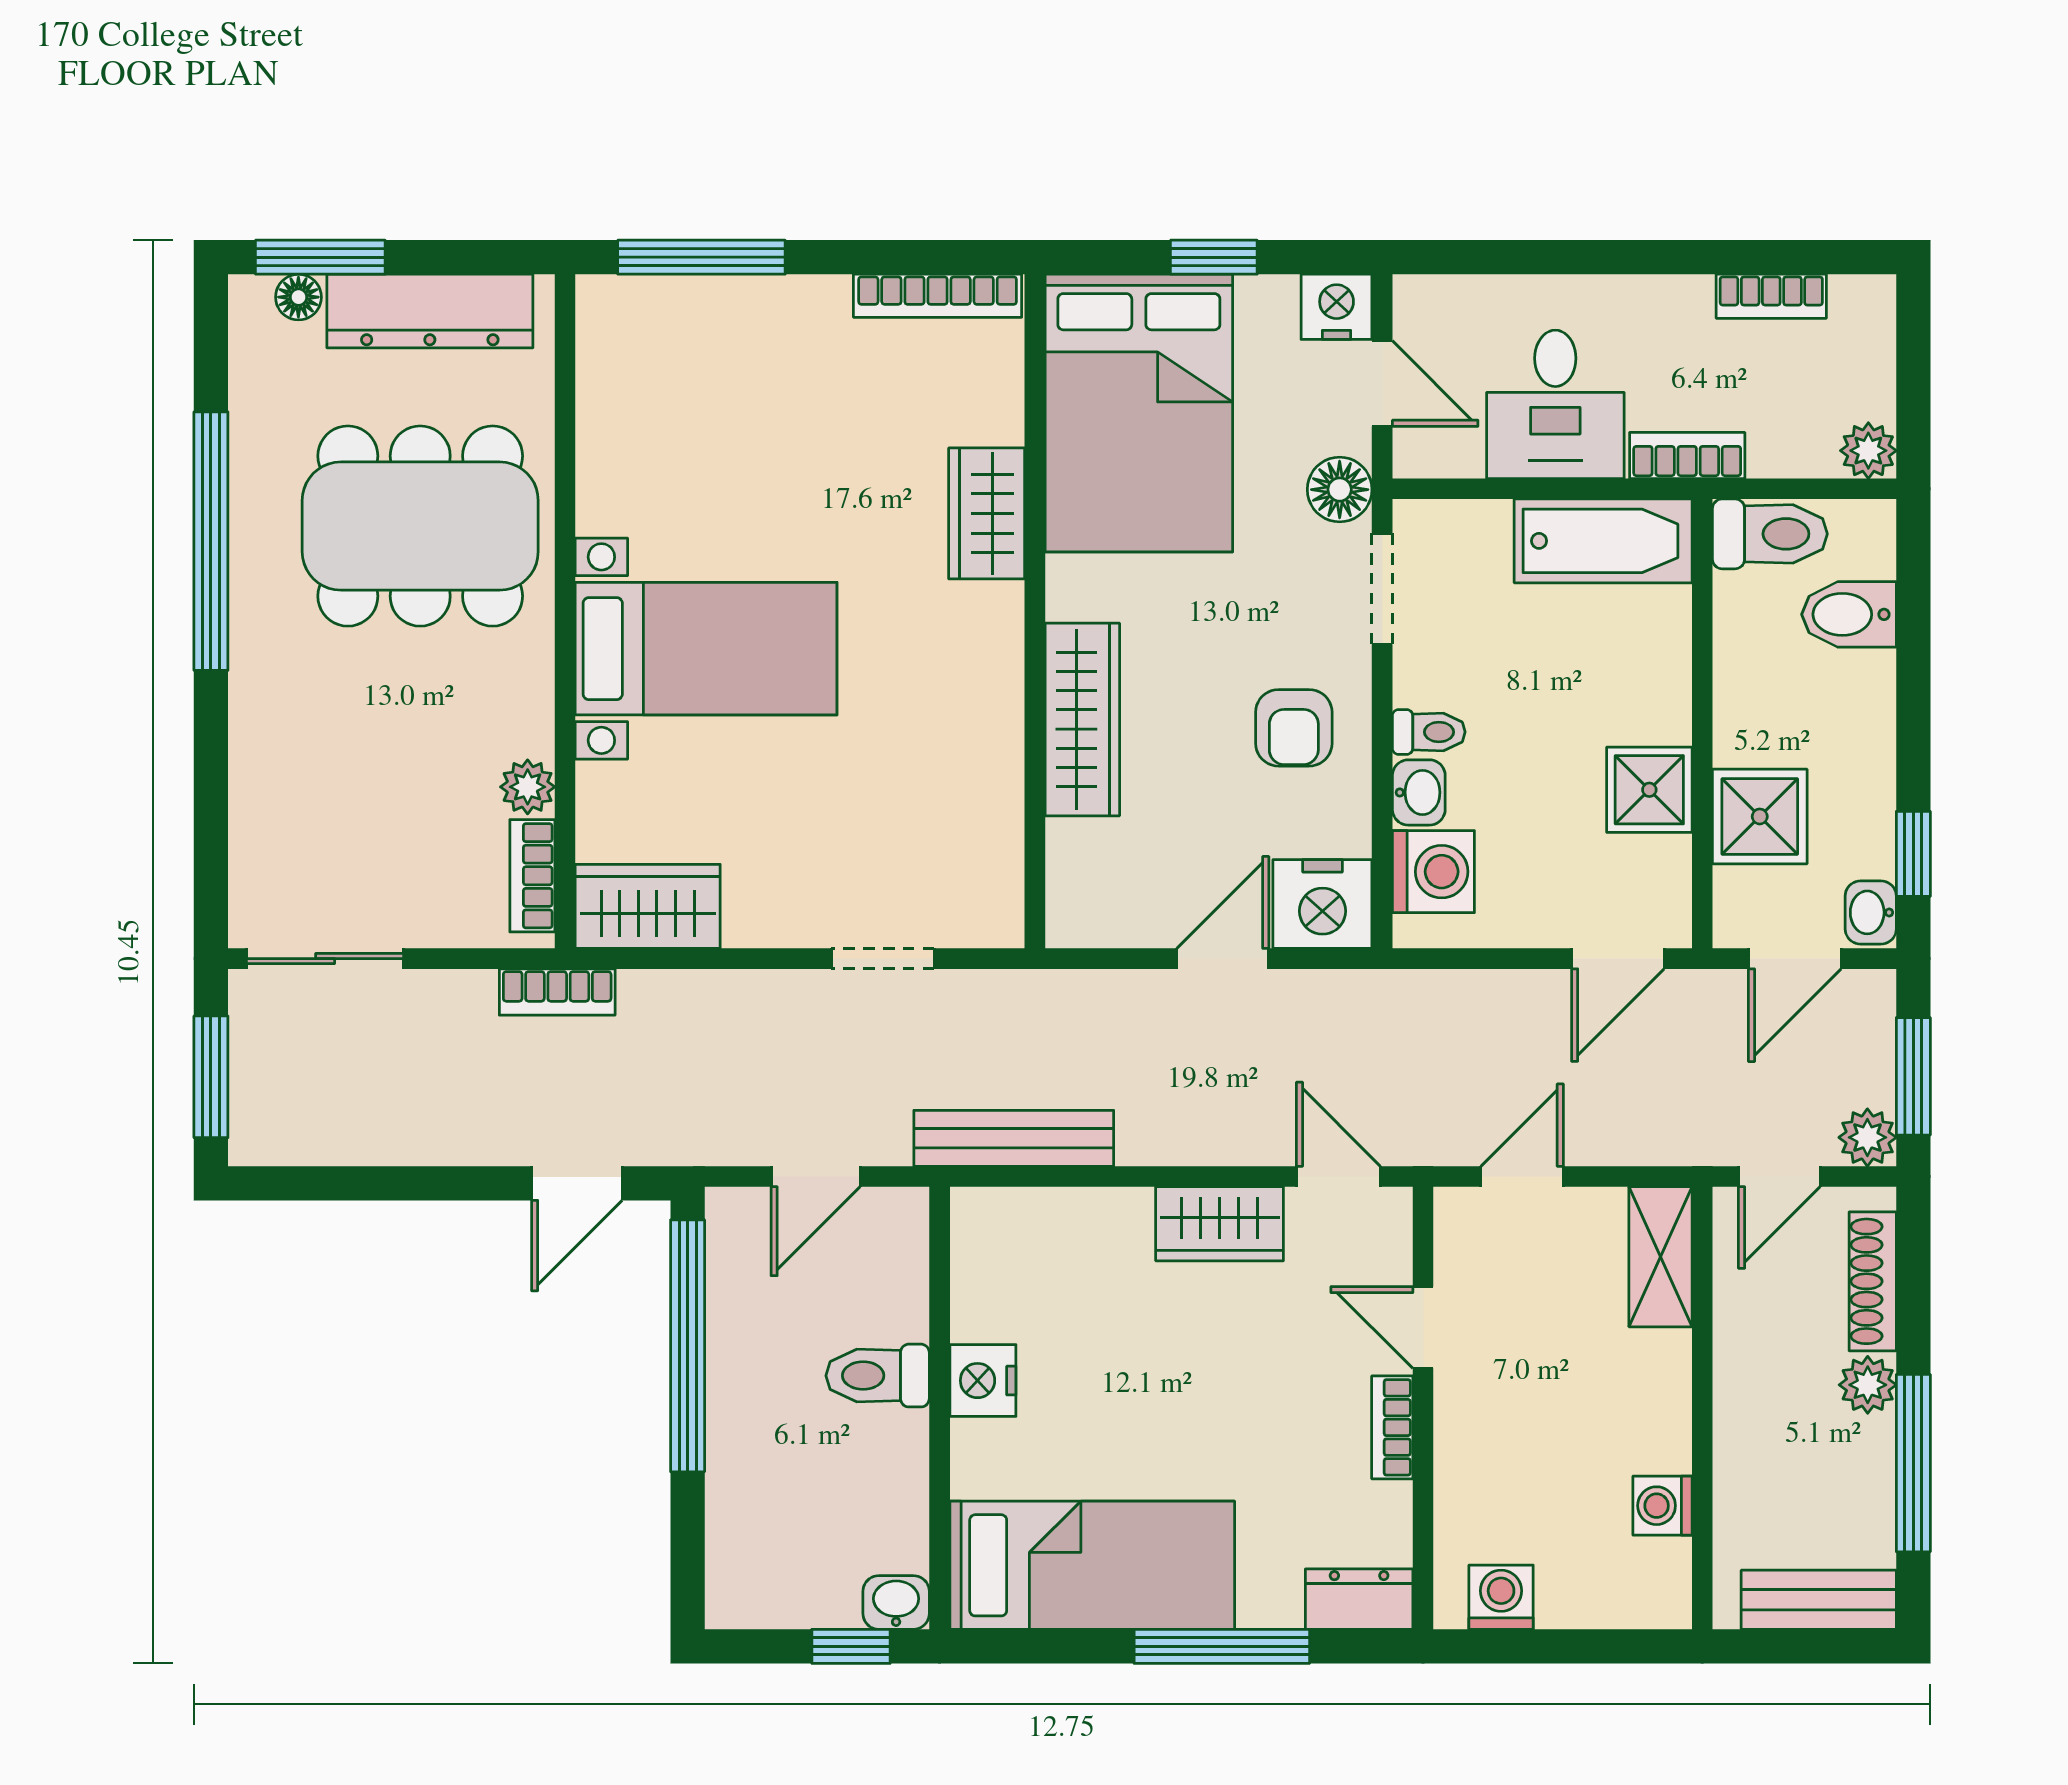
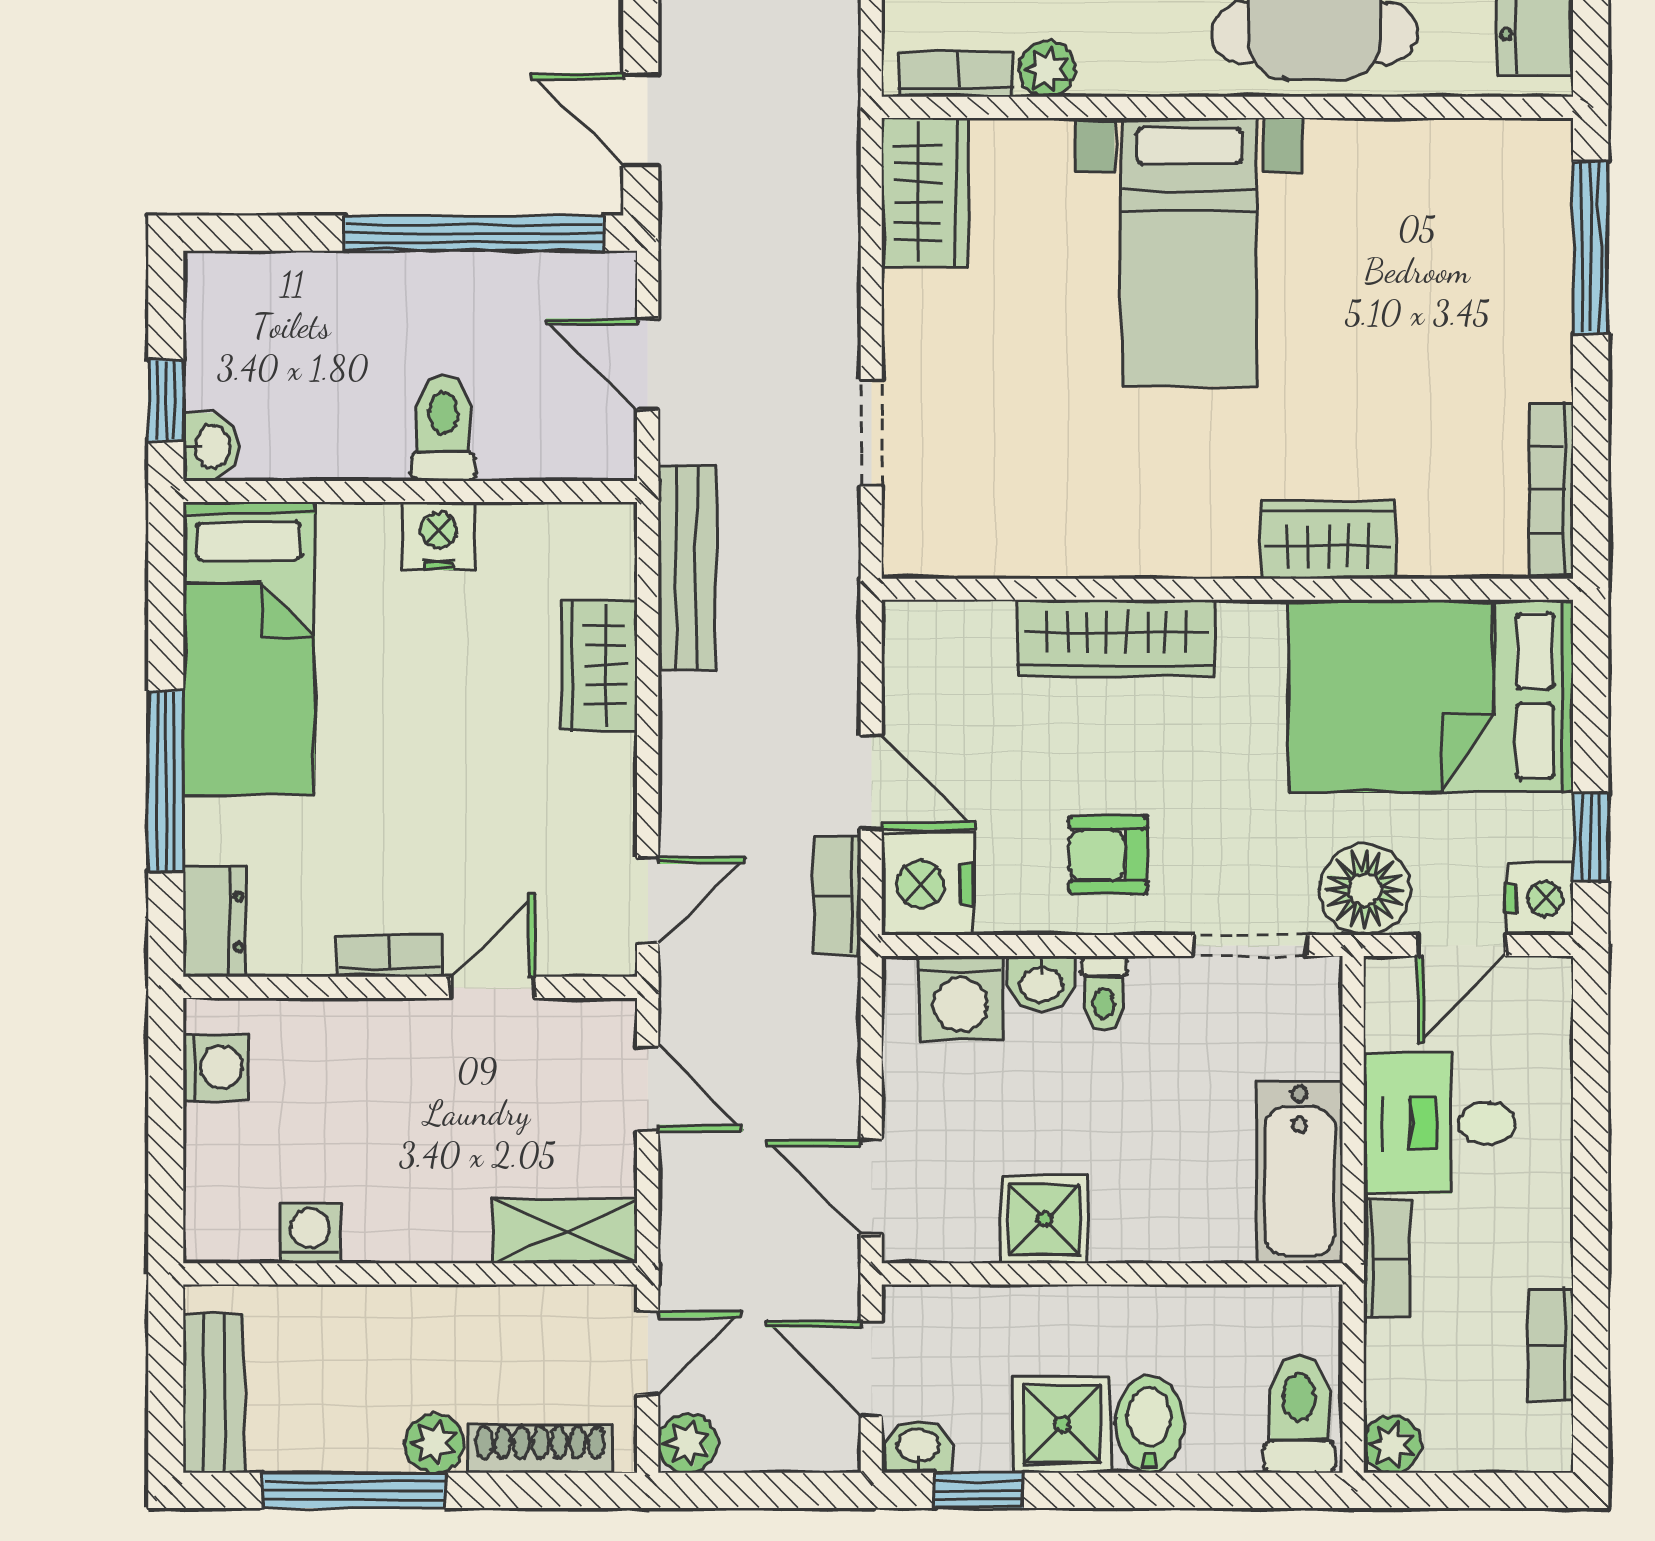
window: (1214, 257) -> (1591, 837), moved
floor lamp: (1340, 490) -> (1365, 889), width x1.38, depth x1.38
toilet: (1770, 534) -> (1299, 1414), moved, turned 180
bidet: (1849, 614) -> (1149, 1424), moved
shower: (1760, 816) -> (1062, 1424), moved
bookcase: (557, 992) -> (837, 895), moved
window: (1913, 1076) -> (750, 1490), removed
door: (1779, 1177) -> (648, 1353), swing flipped
wardrobe: (1220, 1224) -> (599, 665), moved

